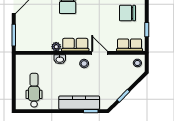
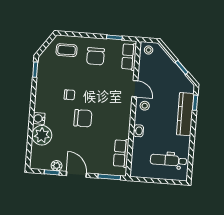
row of seats: (75, 45) -> (121, 153), moved
plant: (56, 47) -> (125, 133), removed
door: (100, 53) -> (135, 89), swing flipped

